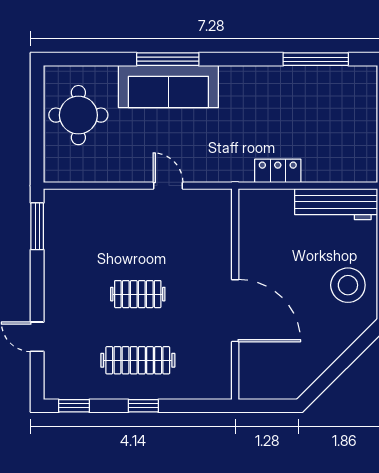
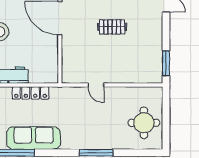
sofa: (168, 87) -> (34, 138), moved
locker: (278, 171) -> (31, 93), width x1.53

